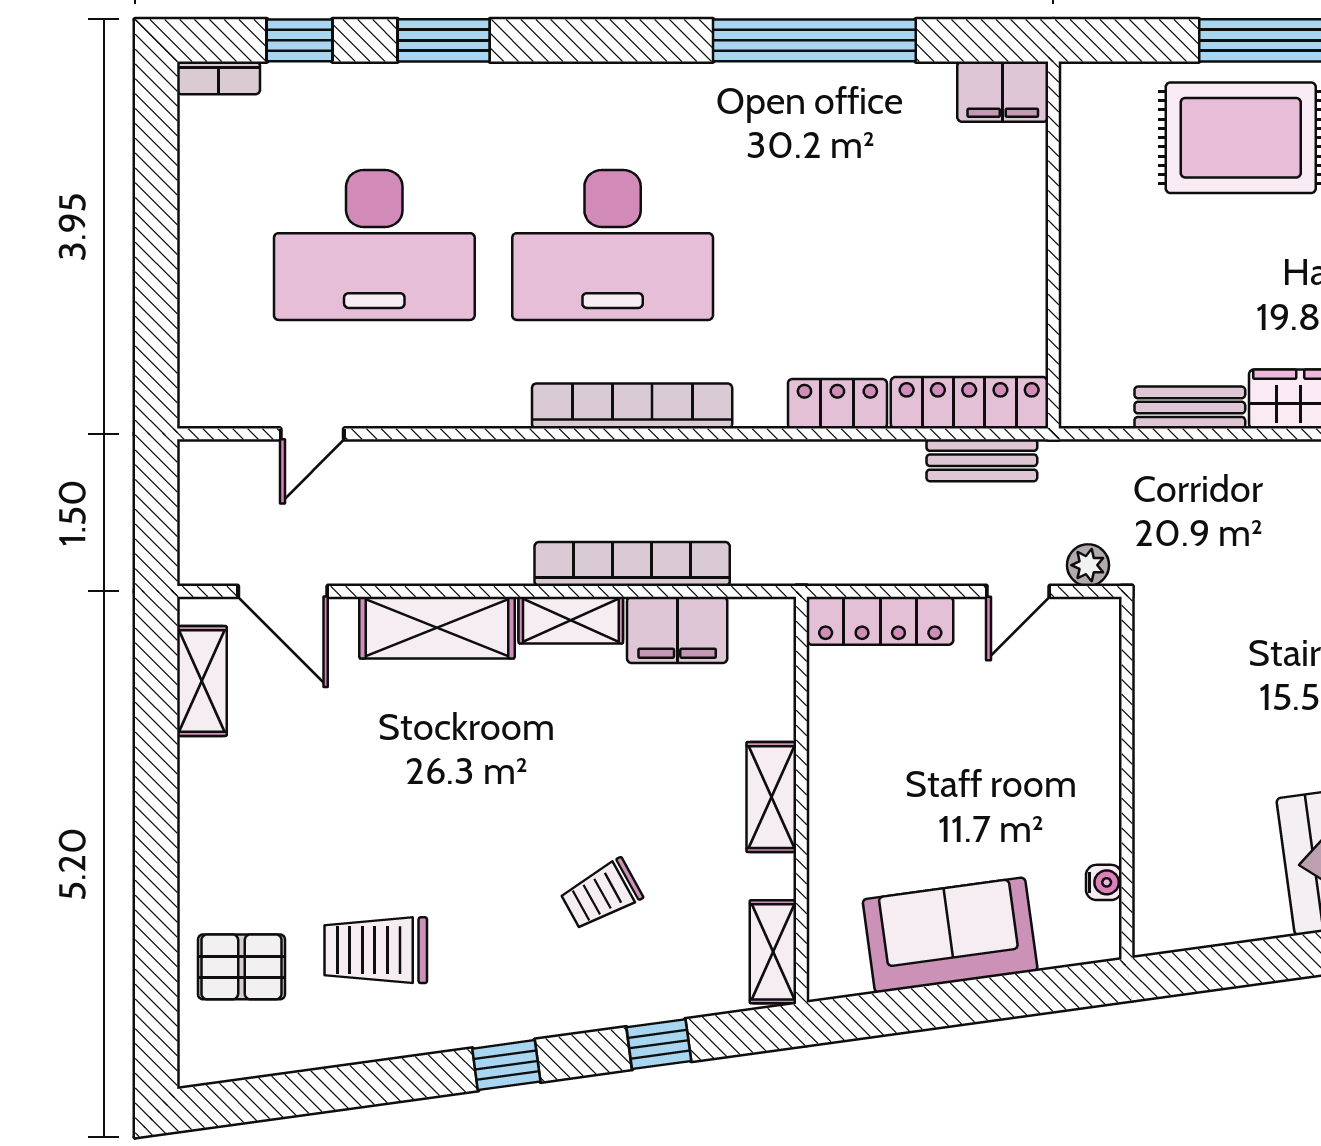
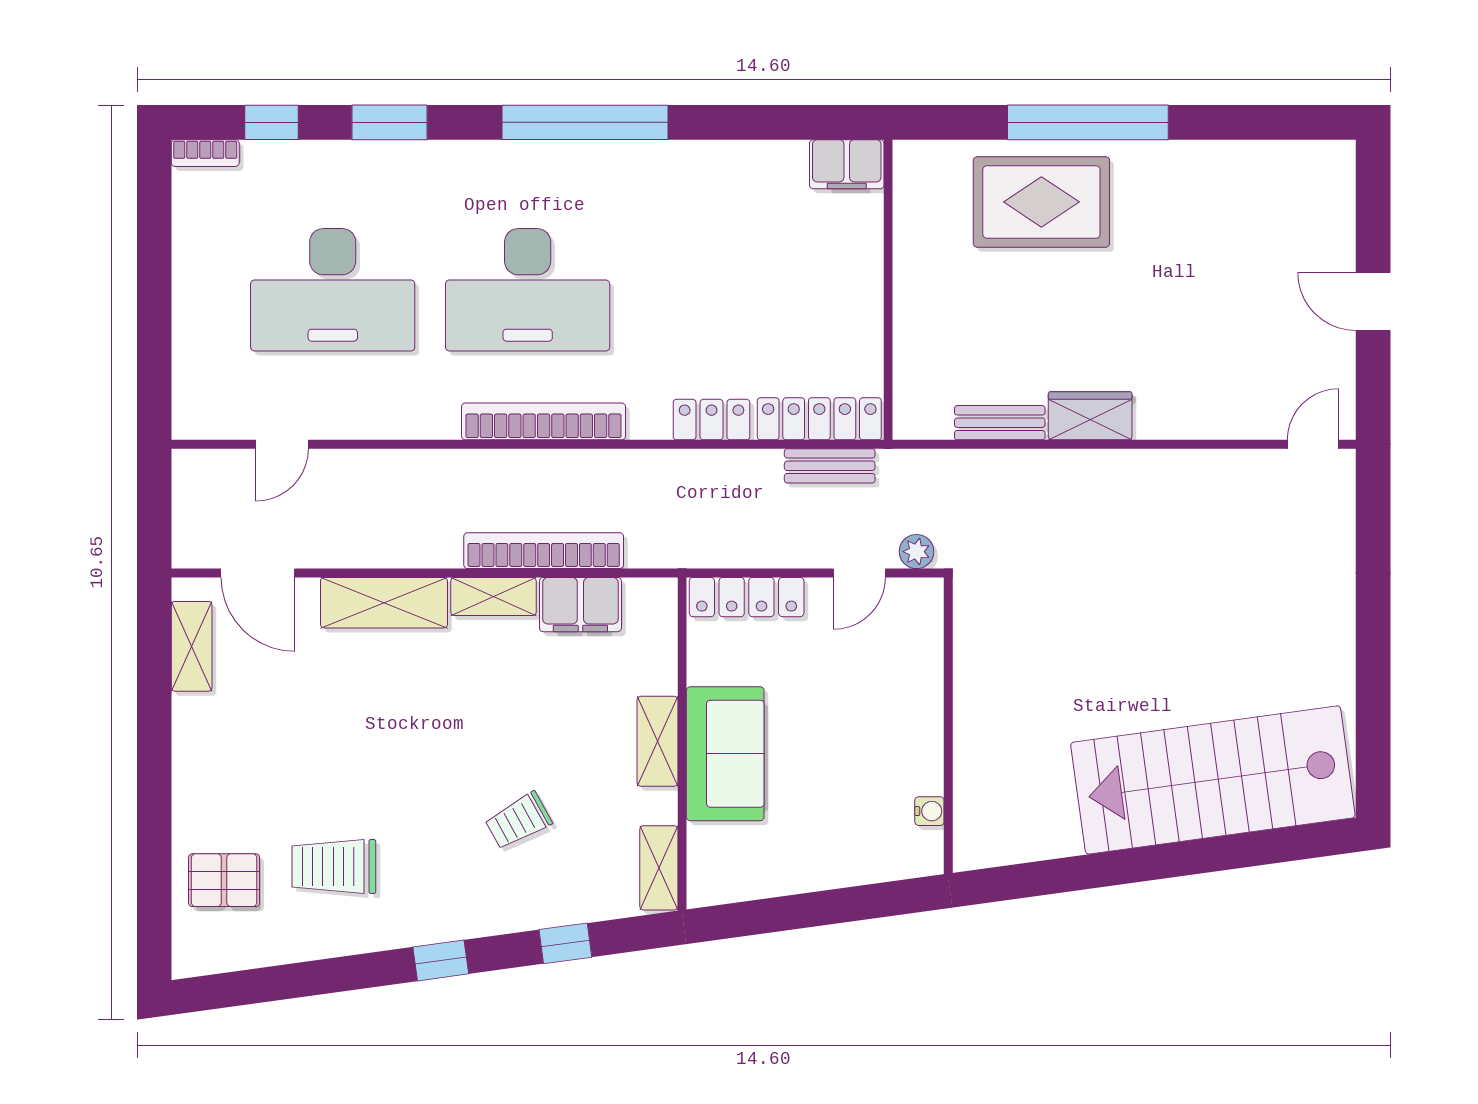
window: (814, 40) -> (585, 122), moved
sofa: (950, 935) -> (725, 754), moved, turned 98

